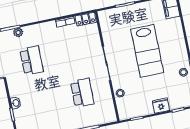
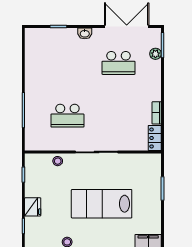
washbasin: (16, 103) -> (85, 33), moved

